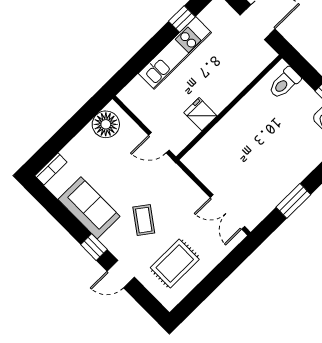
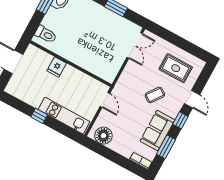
window: (182, 19) -> (39, 116), moved
kitchen unit: (175, 53) -> (64, 116), moved
fridge: (200, 114) -> (57, 67), moved
window: (61, 213) -> (166, 147), added

